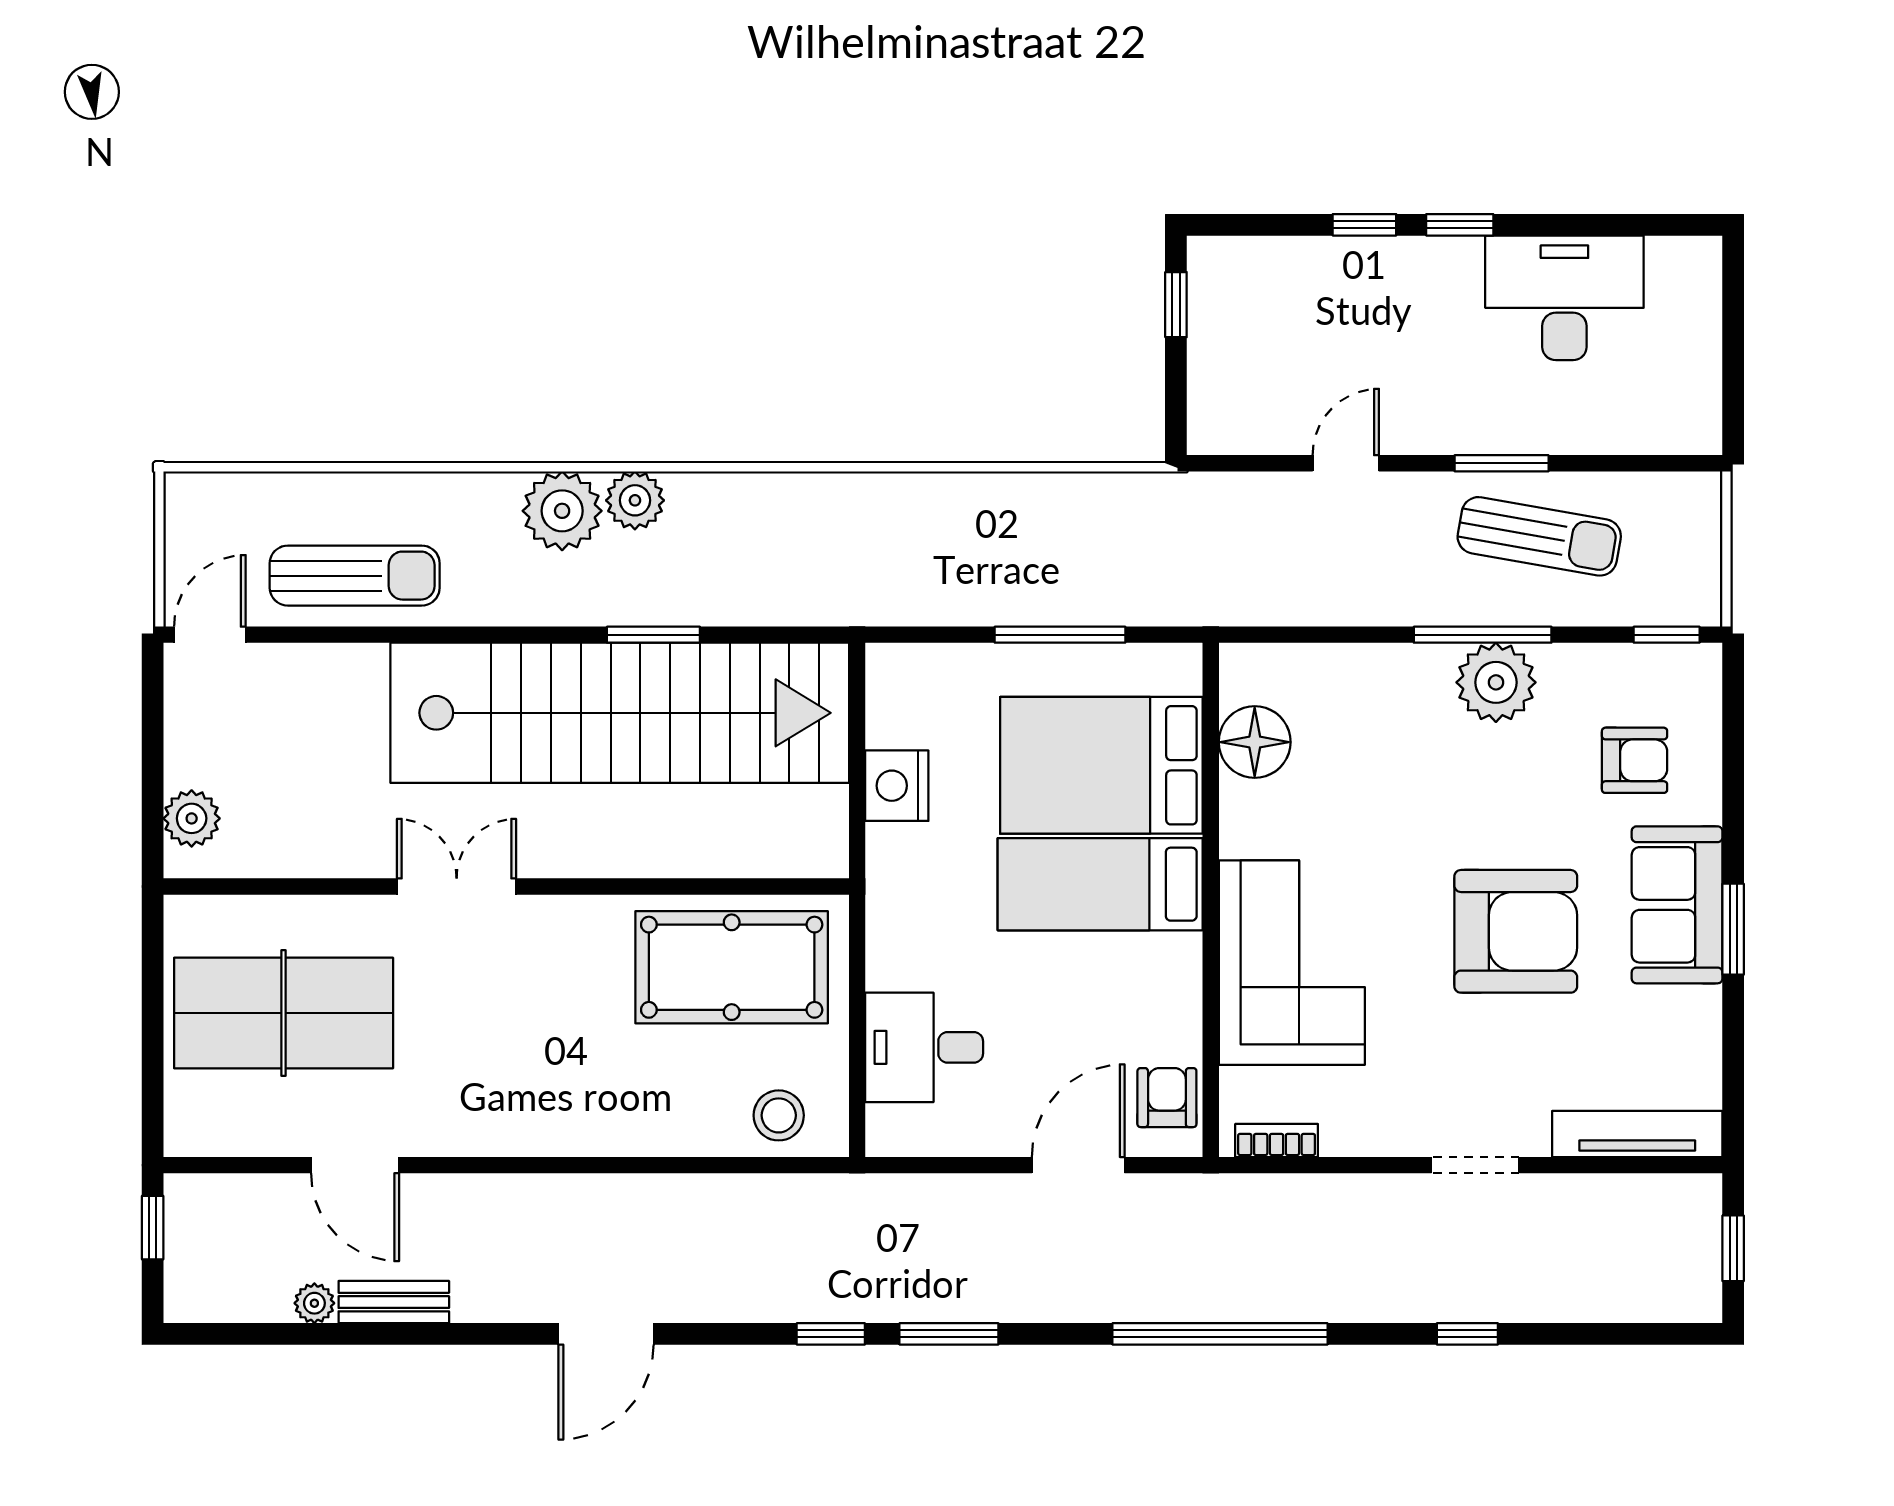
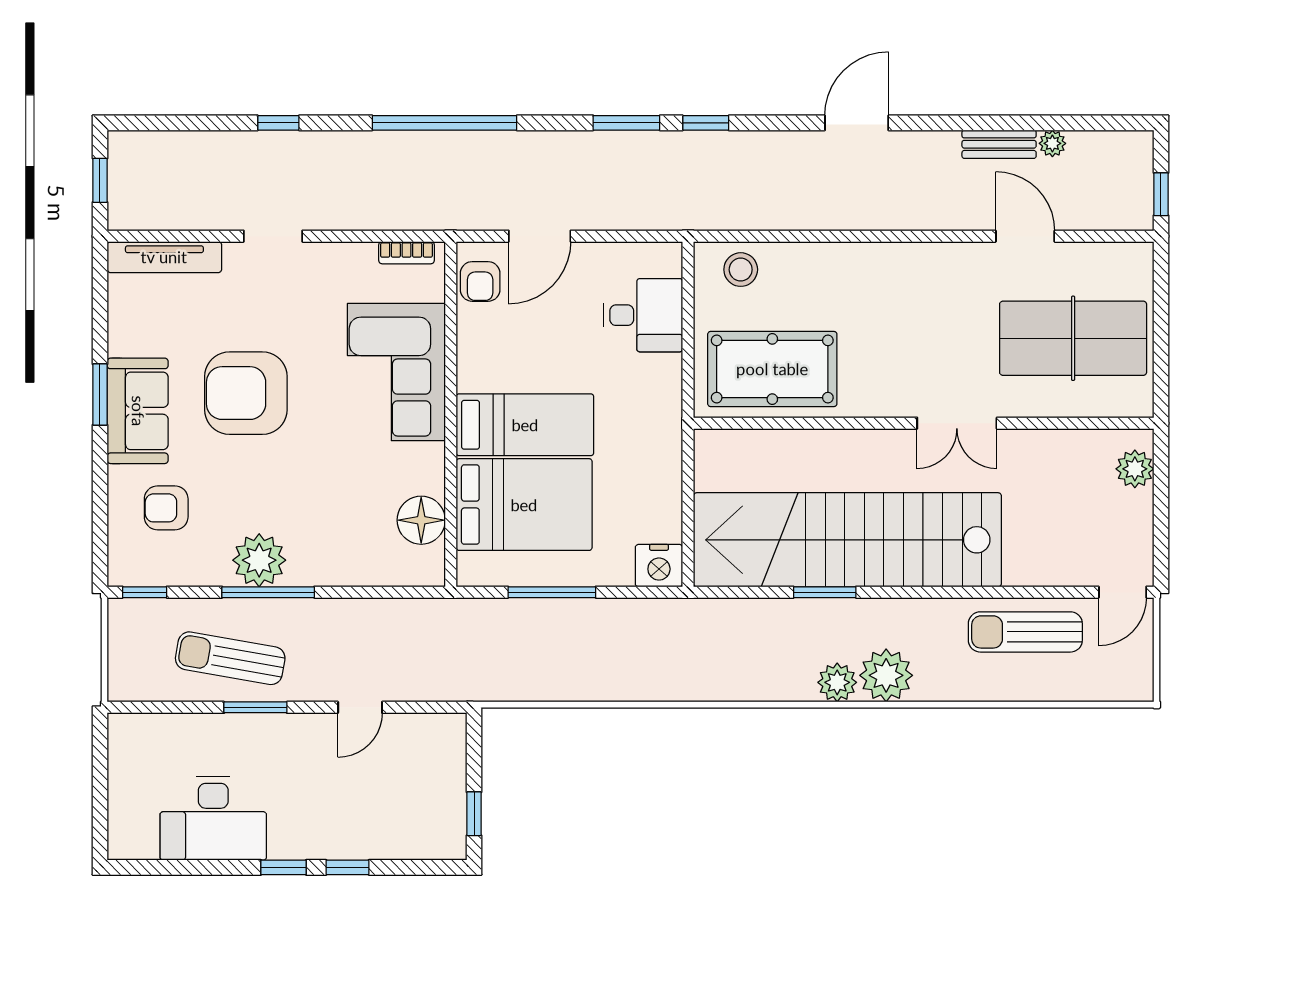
nightstand: (897, 786) -> (659, 566), moved, turned 90

